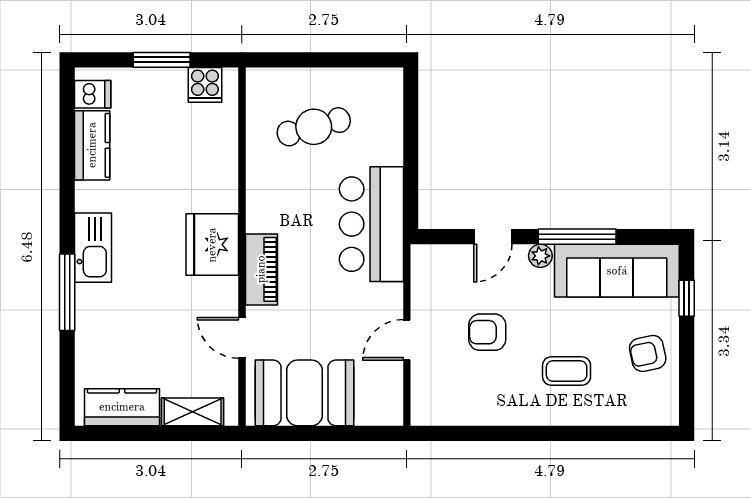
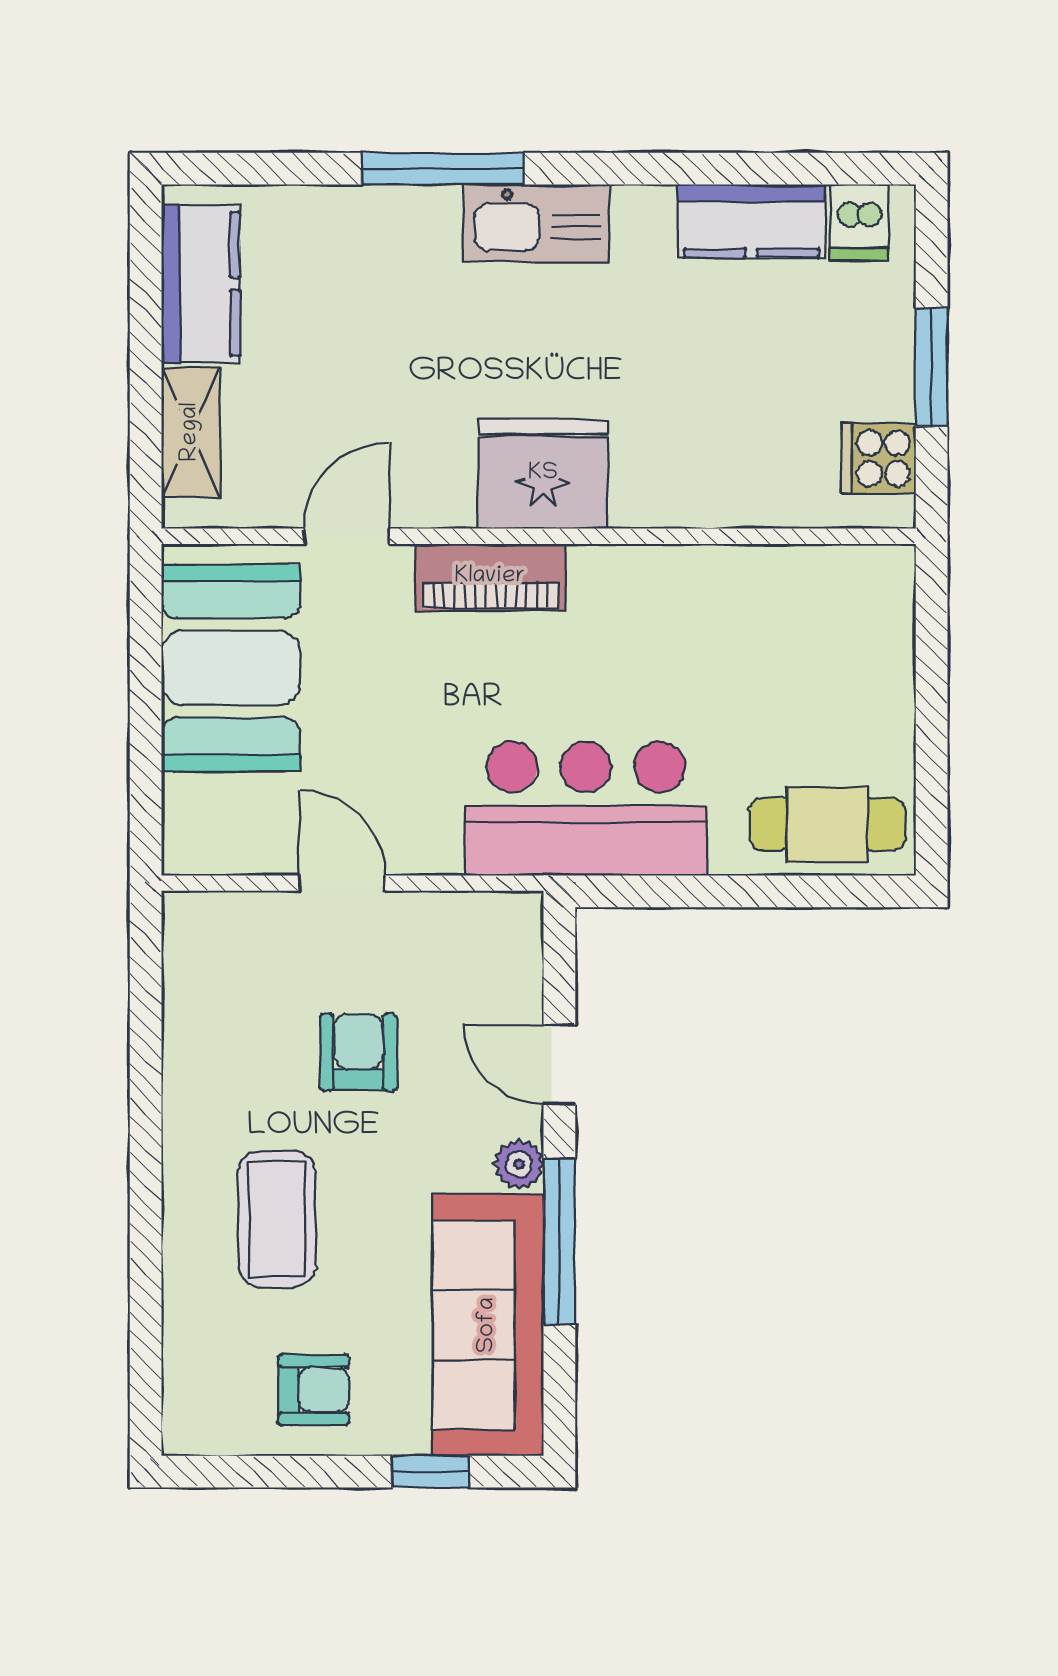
cafe table: (314, 127) -> (827, 824), moved, turned -75
armchair: (648, 353) -> (314, 1390), turned 102
coffee table: (567, 371) -> (277, 1219), width x1.36, depth x1.30

